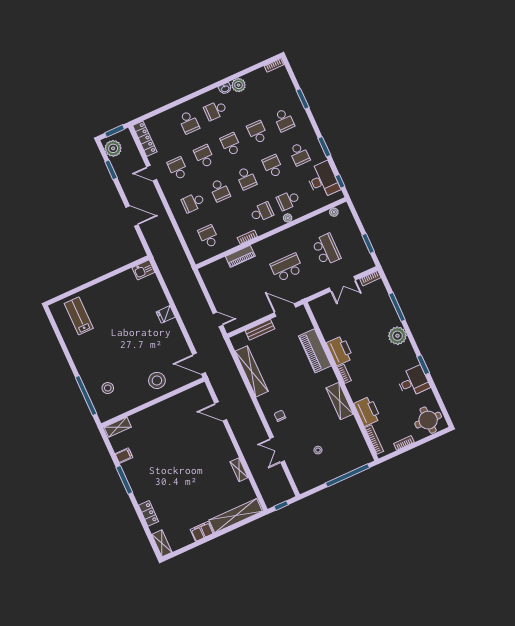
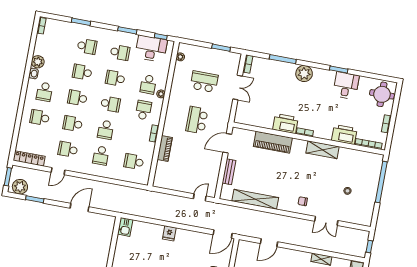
school desk: (189, 122) -> (40, 118), turned 180
school desk: (220, 190) -> (106, 130), turned 90

